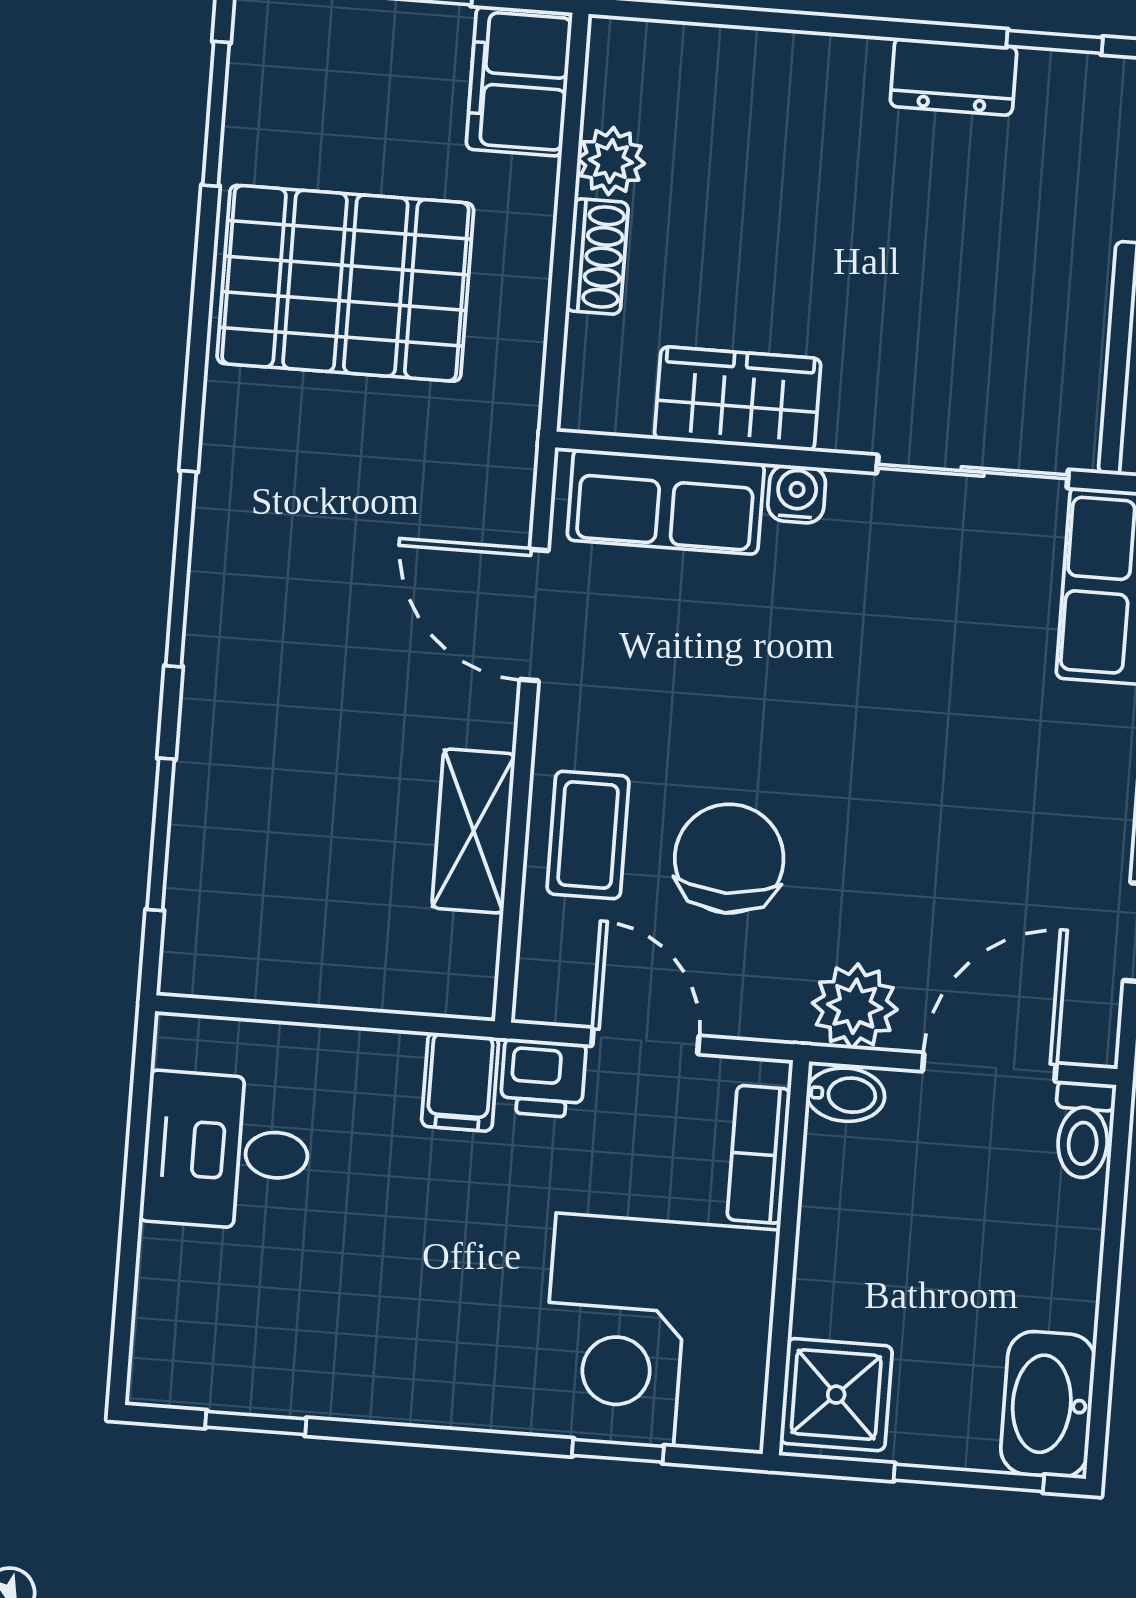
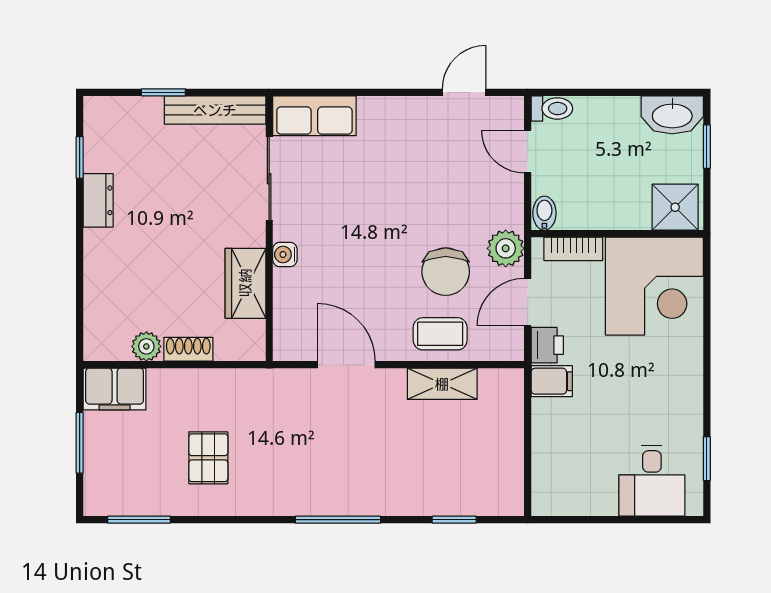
pallet: (345, 283) -> (208, 458), width x0.49, depth x0.50
row of seats: (666, 502) -> (293, 311), removed
door: (534, 615) -> (346, 365), swing flipped
window: (161, 834) -> (454, 520), width x0.67
chair: (729, 859) -> (446, 272), turned -90
plant: (855, 1006) -> (506, 248), moved
door: (989, 1067) -> (528, 152), width x0.73
desk: (226, 1151) -> (652, 481), moved
window: (618, 1451) -> (707, 300), removed
window: (969, 1478) -> (707, 147), width x0.67

